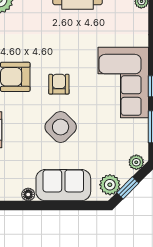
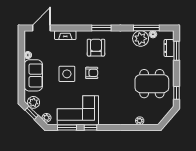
corner sofa: (123, 82) -> (78, 110), moved
side table: (61, 127) -> (67, 74), turned 45

